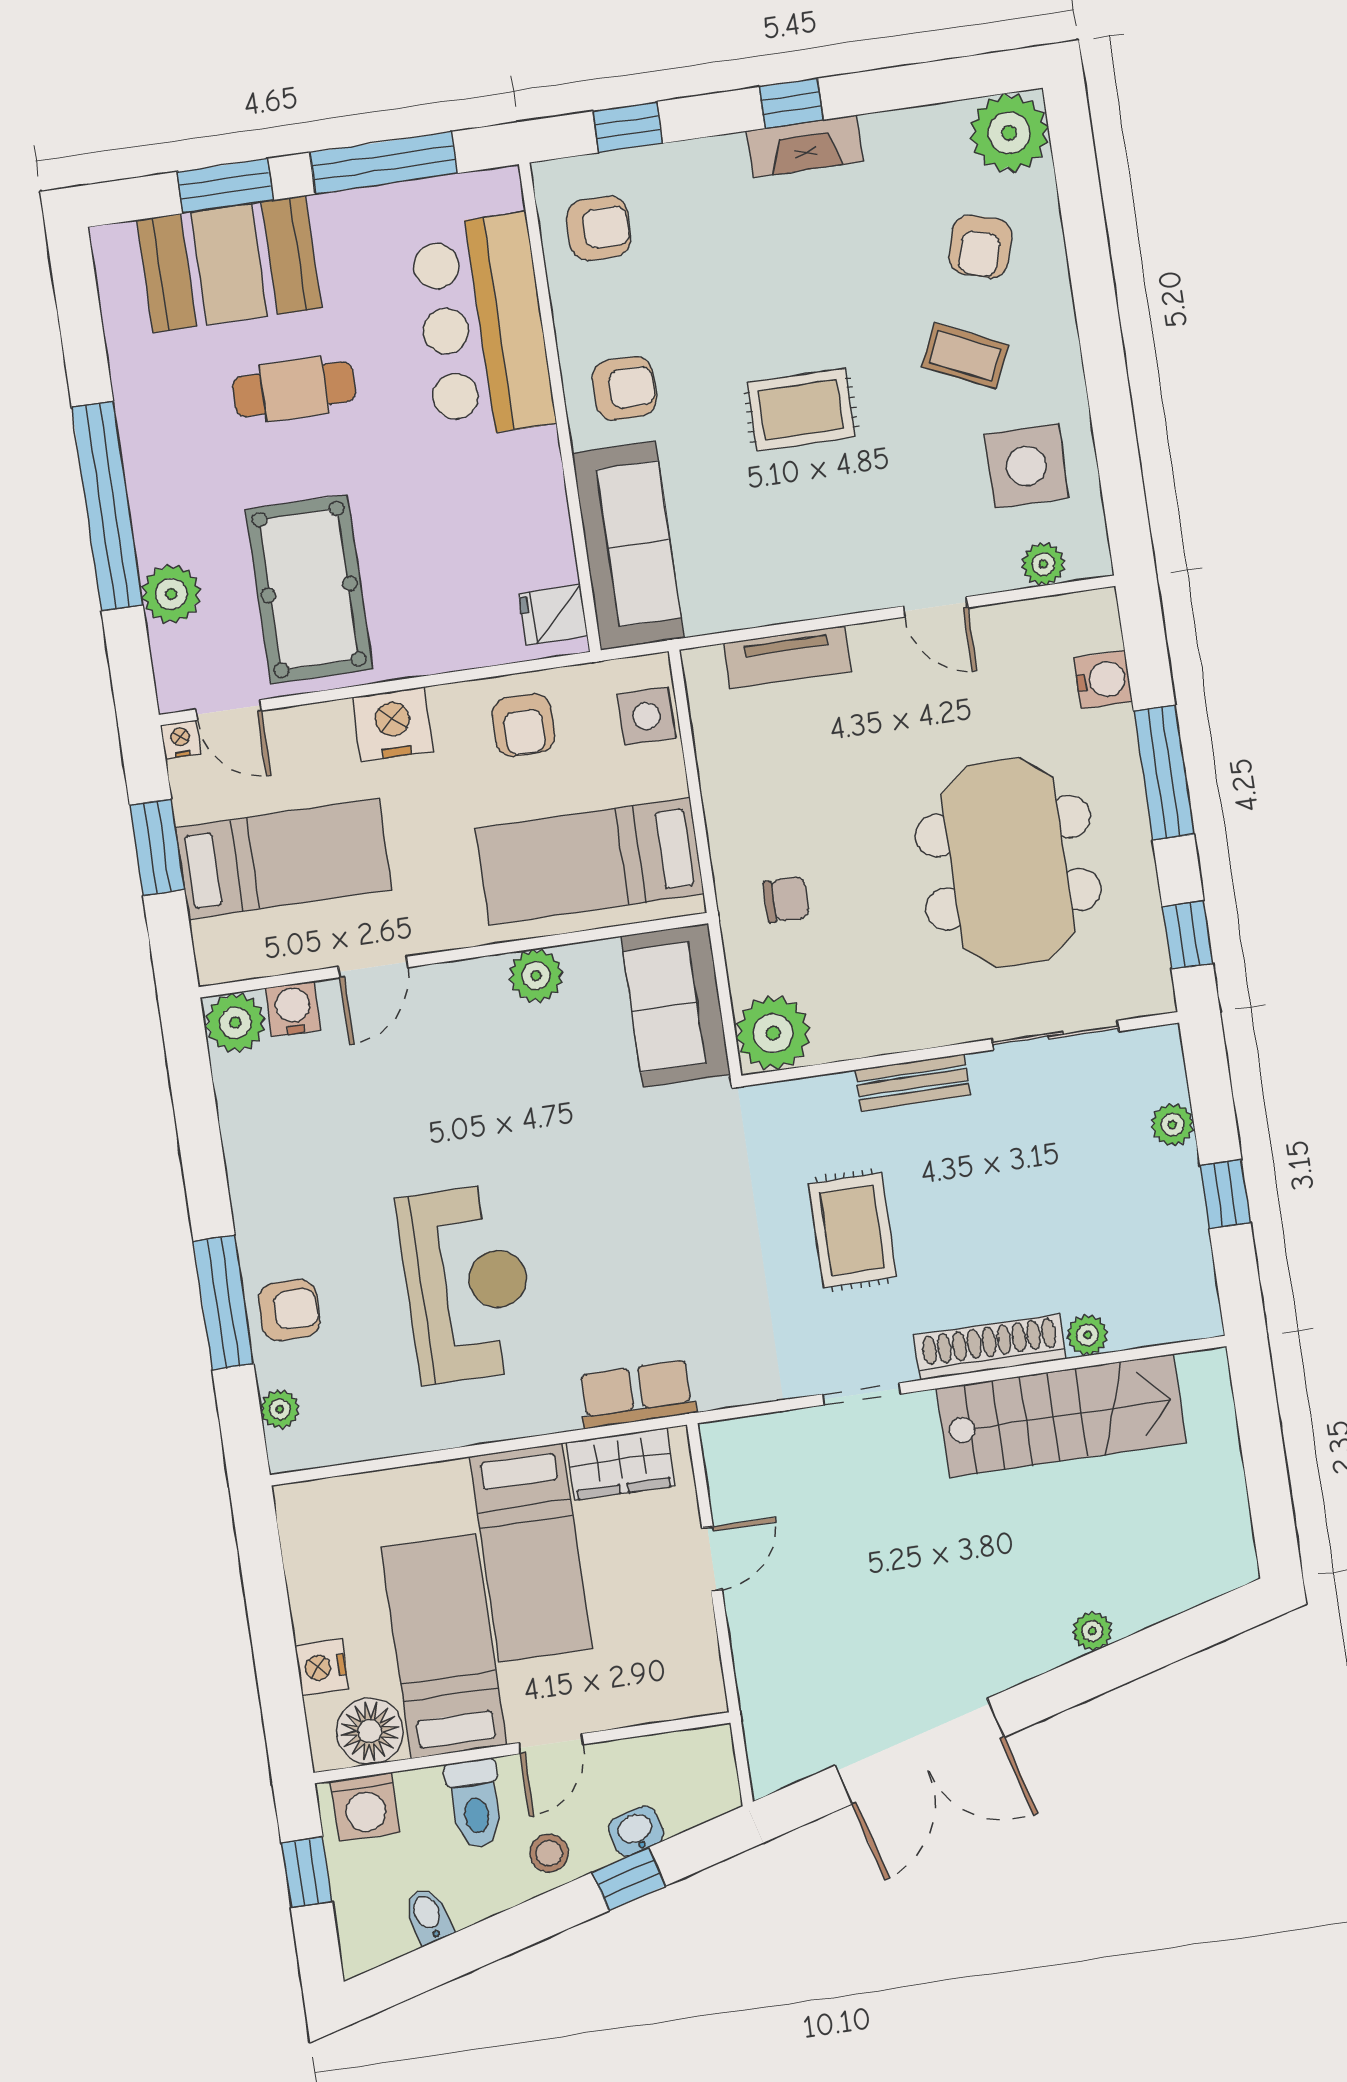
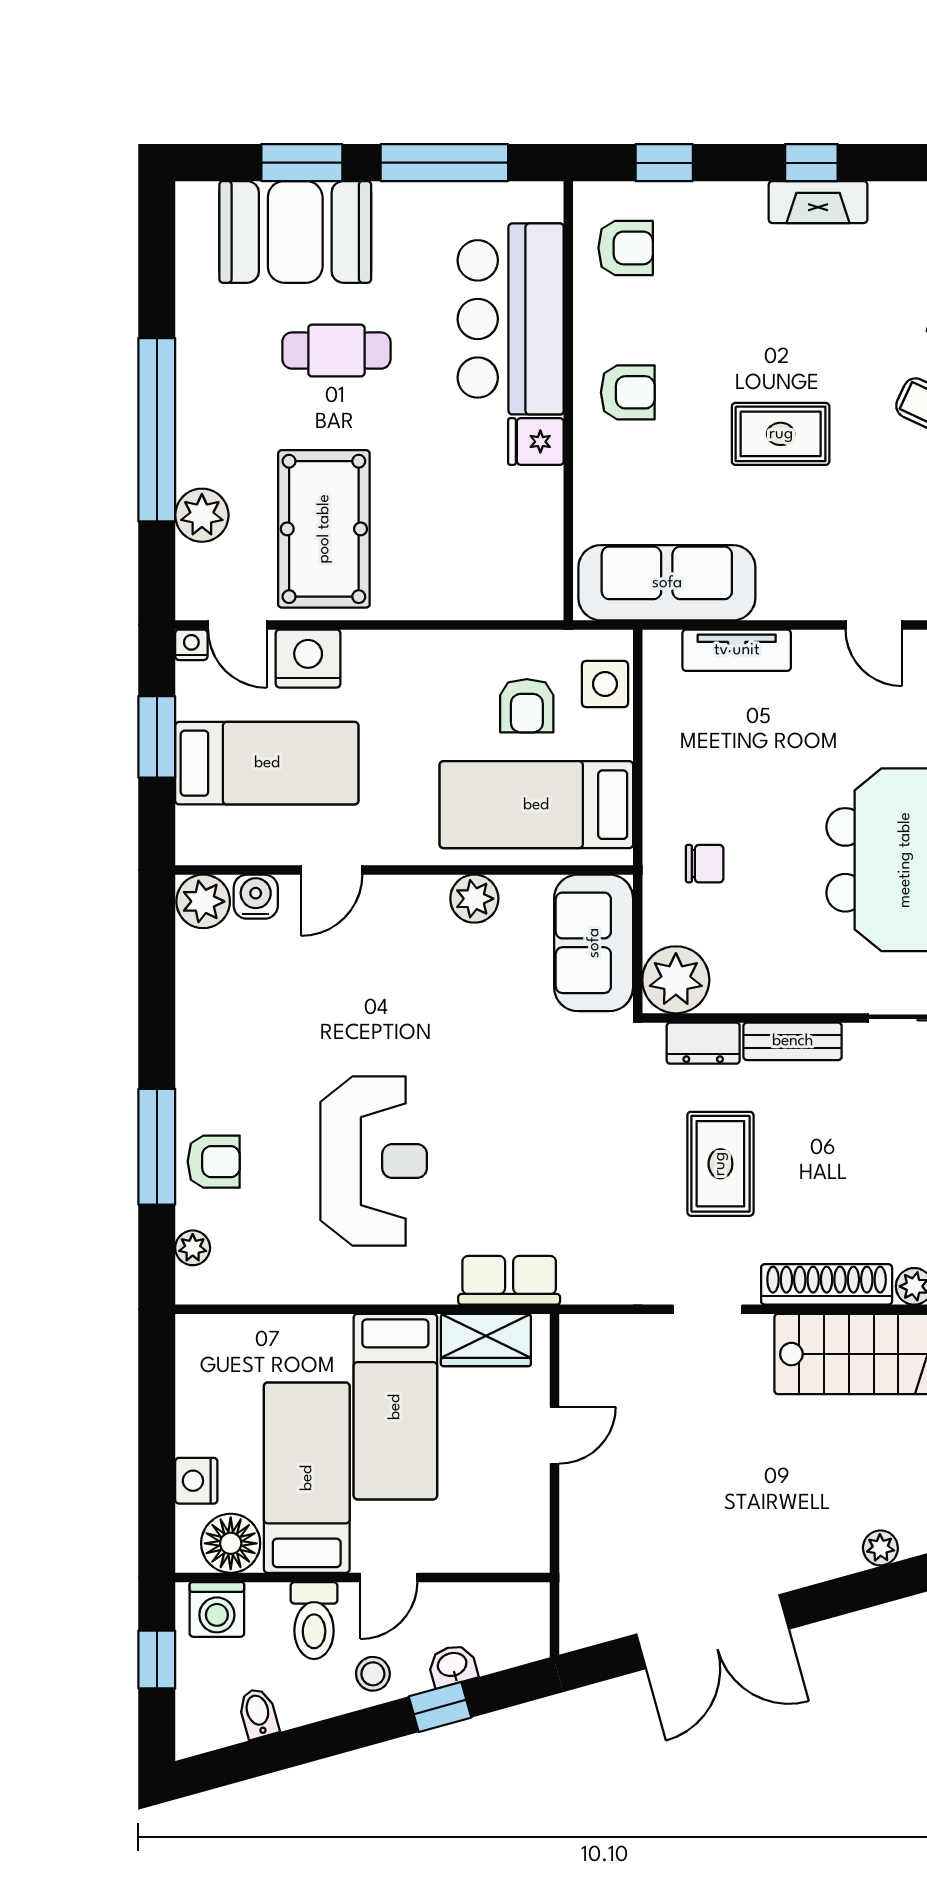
sofa: (628, 545) -> (667, 583), moved, turned -90
fridge: (553, 615) -> (536, 442), moved
nightstand: (393, 724) -> (308, 659), moved
armchair: (523, 725) -> (527, 706), moved
dresser: (814, 1099) -> (703, 1043), added

